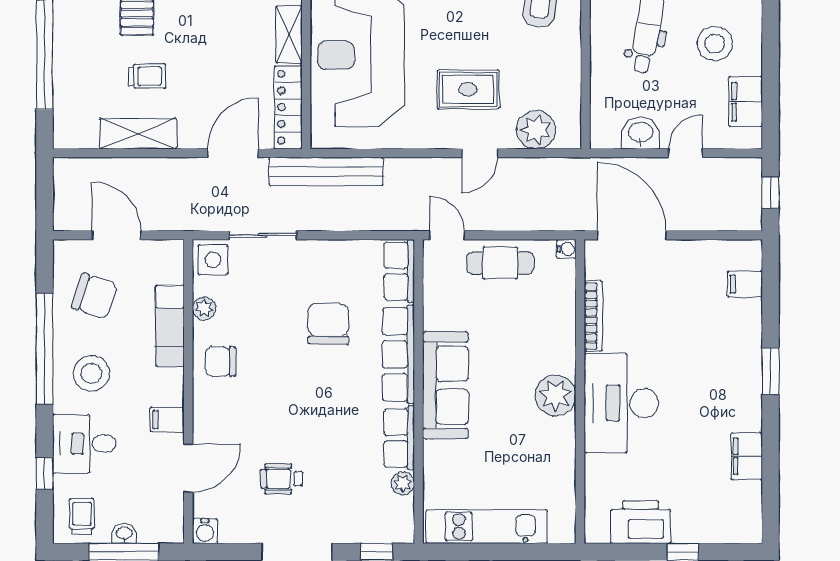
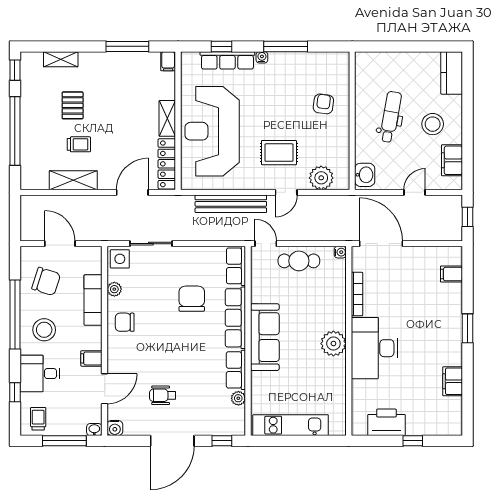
washbasin: (640, 133) -> (365, 175), moved, turned 90
bench: (326, 171) -> (231, 204), moved
washbasin: (124, 534) -> (94, 430), moved

